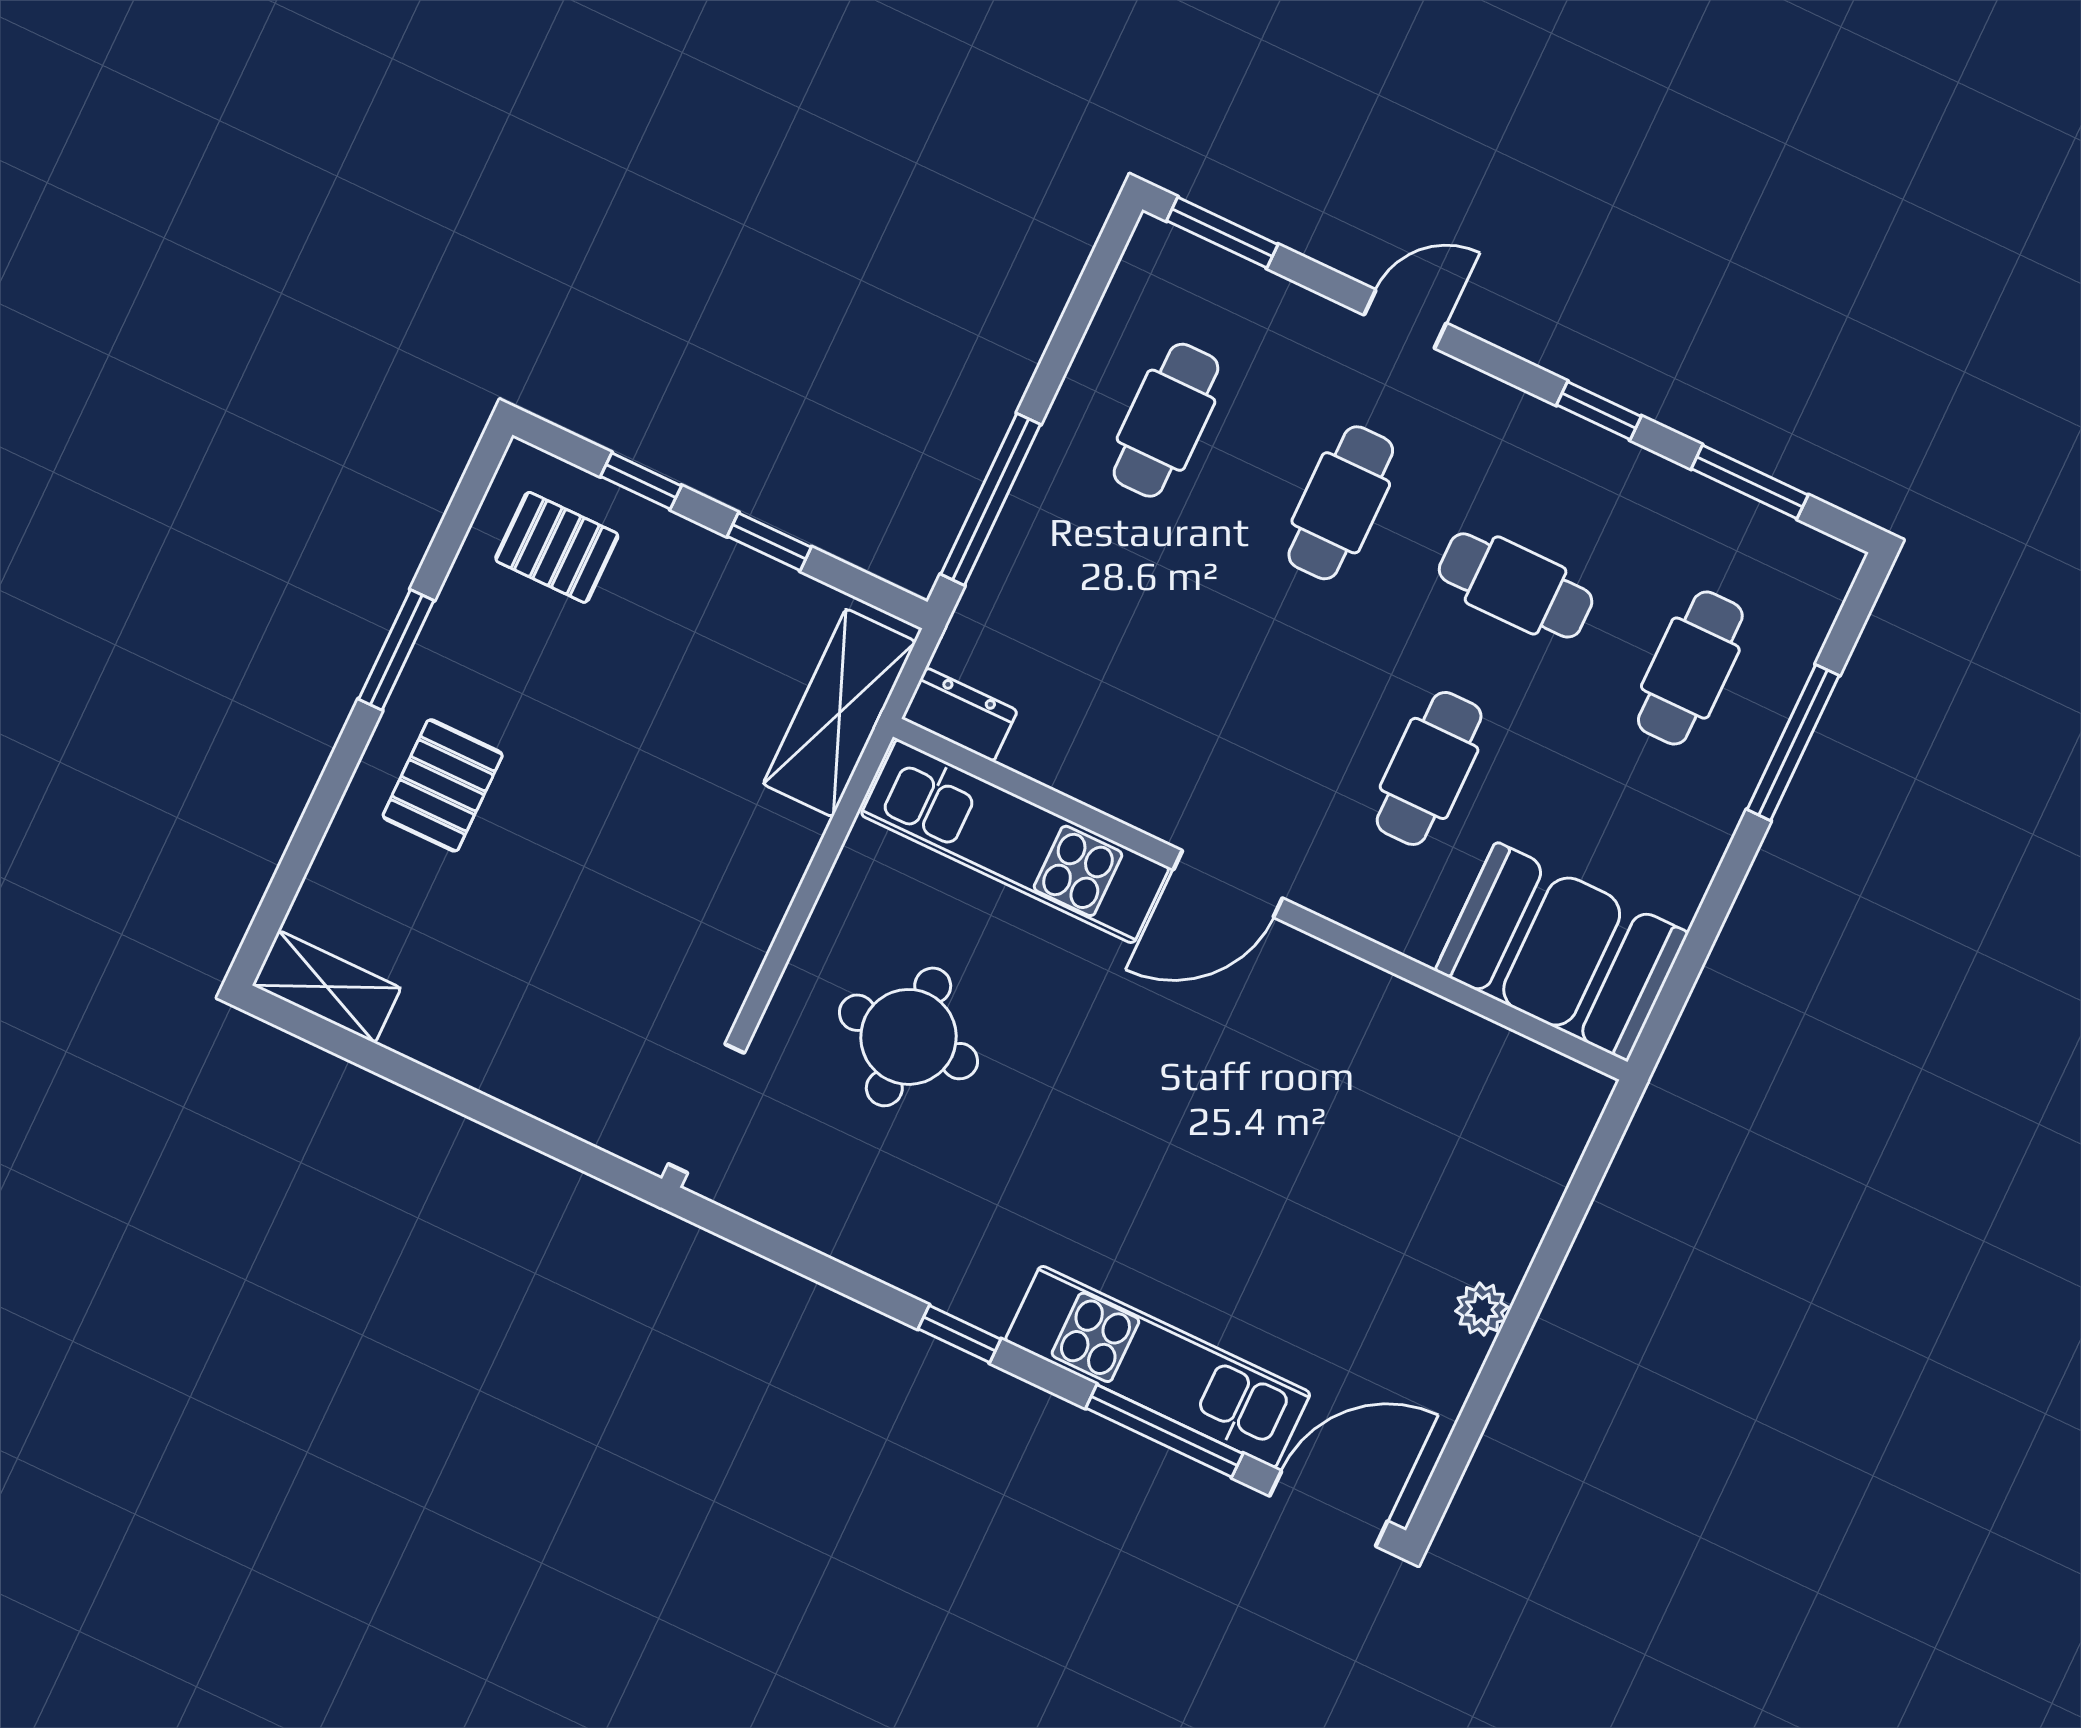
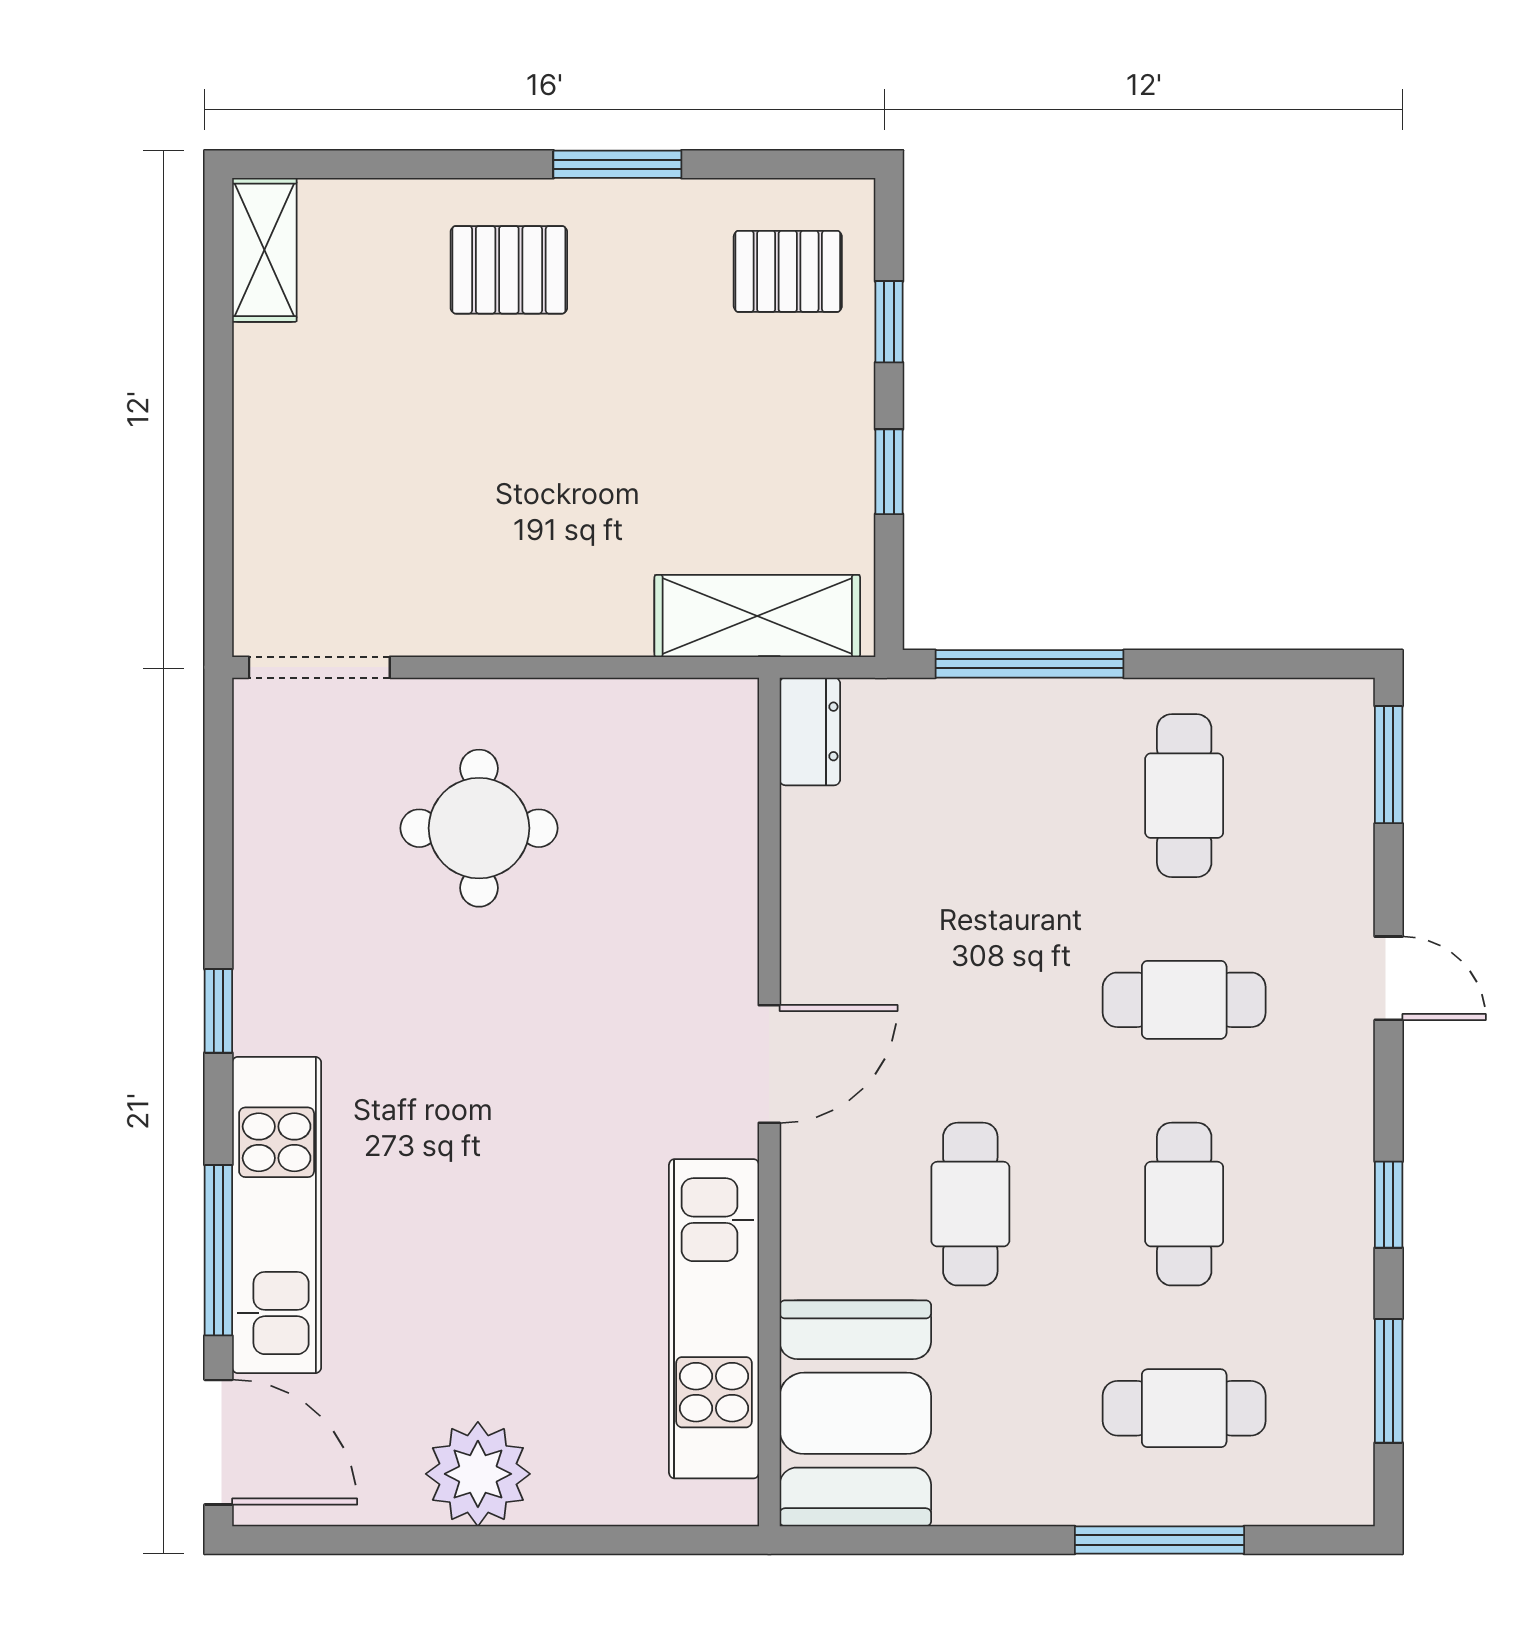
cafe table: (1166, 420) -> (1184, 796), turned 90
pallet: (557, 547) -> (788, 271), turned 90
cafe table: (1429, 768) -> (970, 1204), turned 90
kitchen unit: (1015, 841) -> (714, 1319), moved
door: (1228, 884) -> (769, 1064), swing flipped
plant: (1482, 1309) -> (478, 1474), width x1.88, depth x1.88

